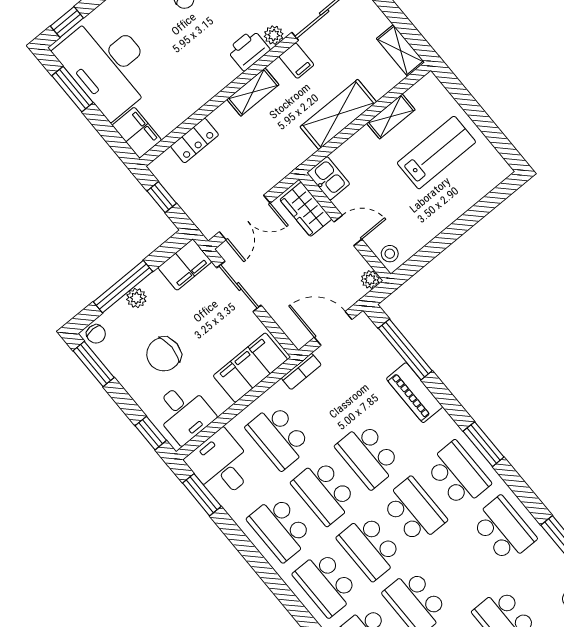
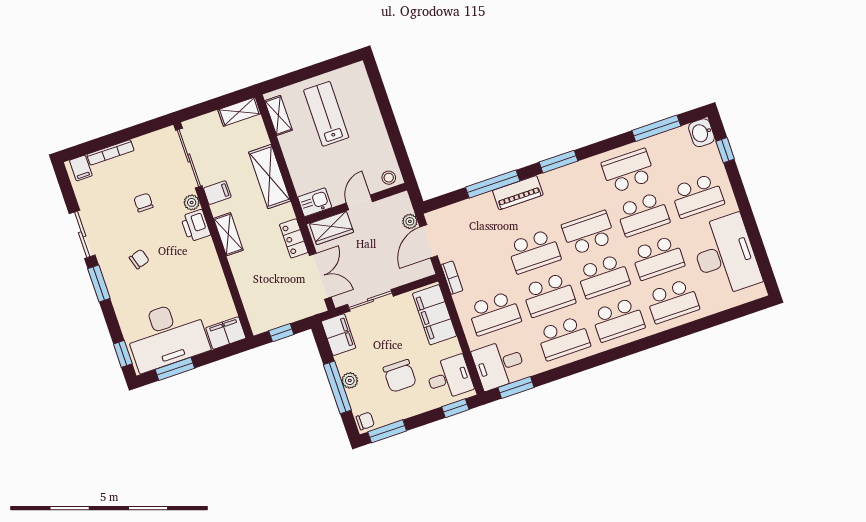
shelving: (391, 116) -> (279, 115), moved
locker: (195, 141) -> (294, 238), moved, turned 180
plant: (370, 279) -> (410, 221), moved
window: (405, 349) -> (493, 184), moved
piano: (415, 393) -> (518, 193), moved
school desk: (458, 474) -> (643, 214), moved, turned 180

